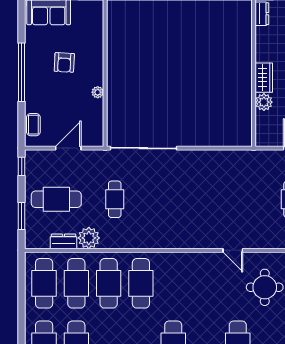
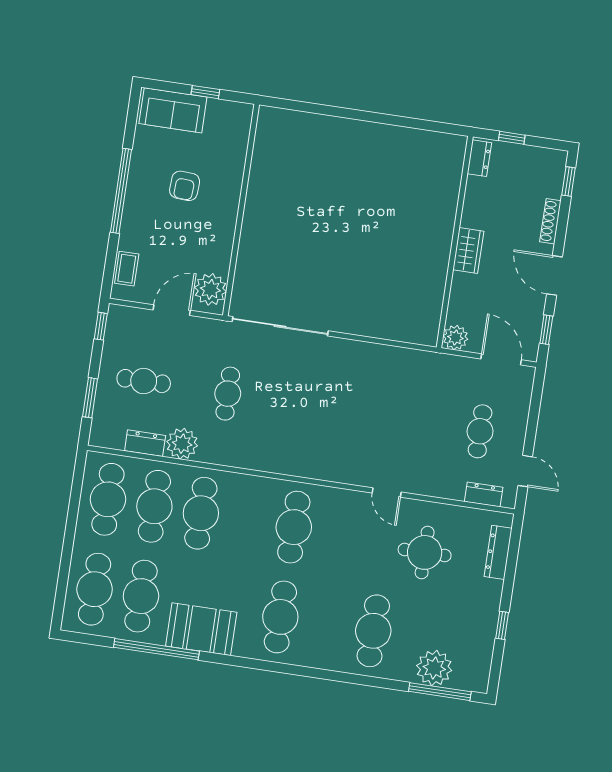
plant: (98, 92) -> (210, 289), moved, width x1.87, depth x1.87
plant: (264, 102) -> (455, 338), moved
cafe table: (56, 199) -> (144, 381), width x0.73, depth x0.74
cafe table: (141, 283) -> (294, 527), moved

